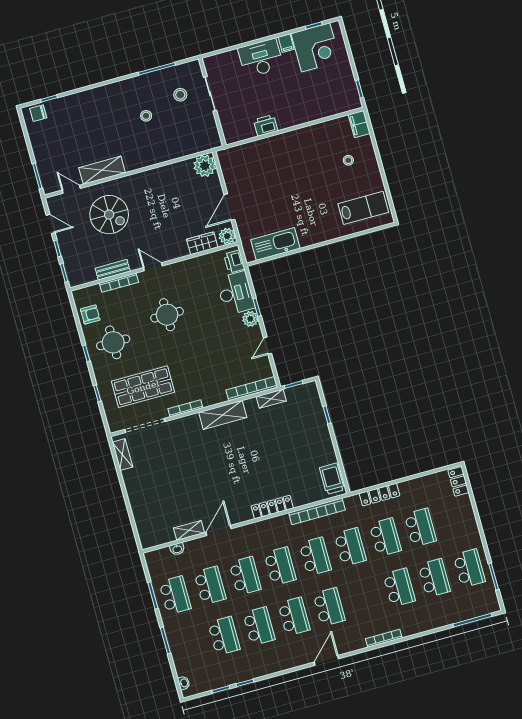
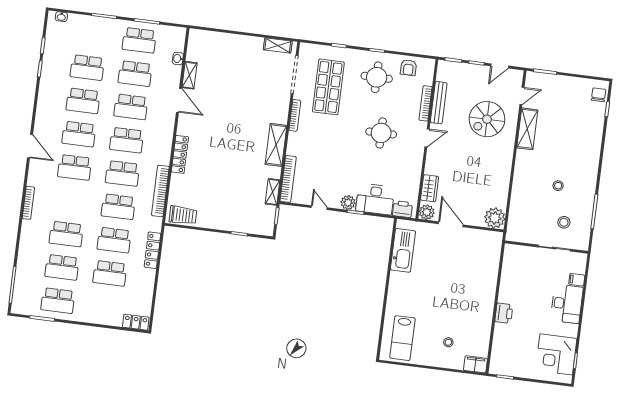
filing cabinet: (286, 43) -> (577, 280), moved
printer: (266, 125) -> (504, 313), moved
bench: (113, 270) -> (439, 103), width x1.36

